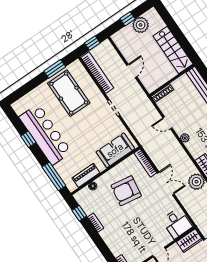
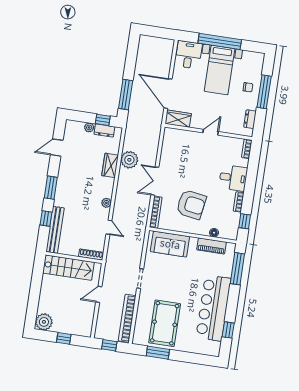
plant: (141, 25) -> (44, 322), moved
stairs: (173, 50) -> (69, 268), moved, turned 90
window: (28, 139) -> (228, 330), moved
desk: (177, 223) -> (233, 178), moved, turned 90

